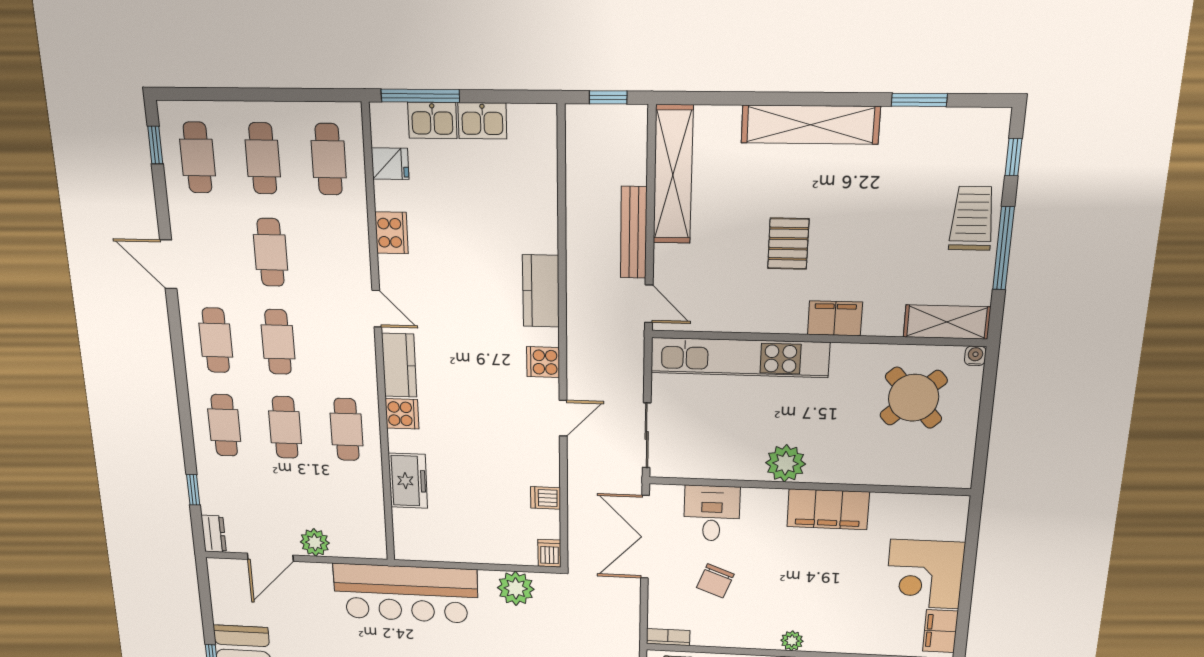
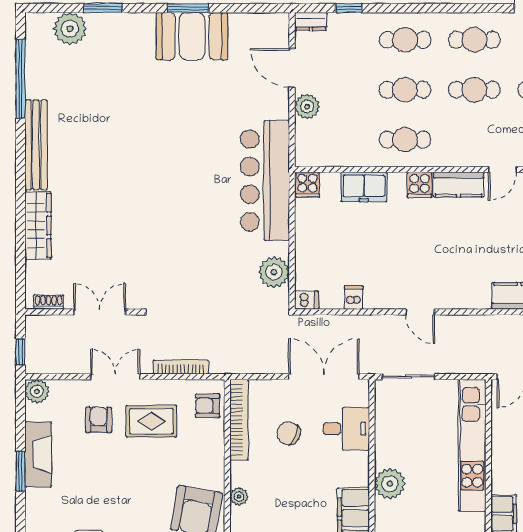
cooker: (543, 362) -> (307, 185), moved, turned 180
bookcase: (668, 637) -> (239, 420), width x2.31, depth x1.31

